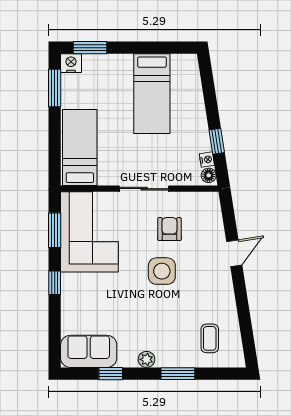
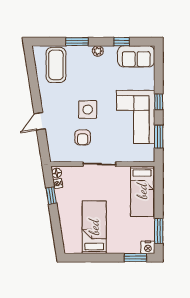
corner sofa: (89, 232) -> (136, 117), moved
coffee table: (210, 338) -> (56, 65), width x1.86, depth x1.72

